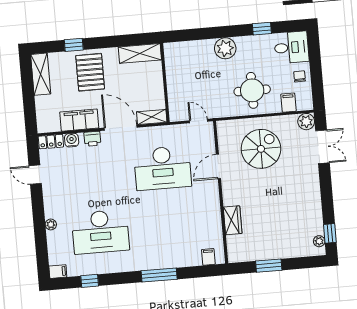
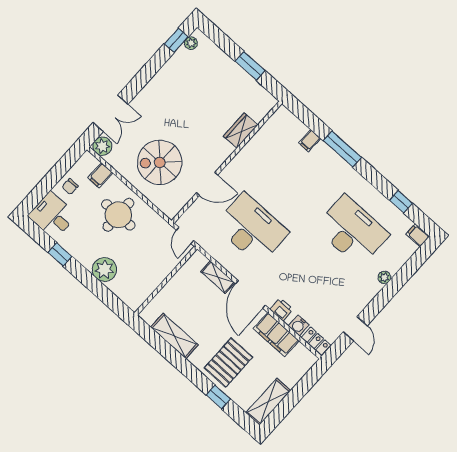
wall: (165, 83) -> (166, 281), moved
double door: (322, 147) -> (111, 113), swing flipped
filing cabinet: (208, 257) -> (310, 141), moved

